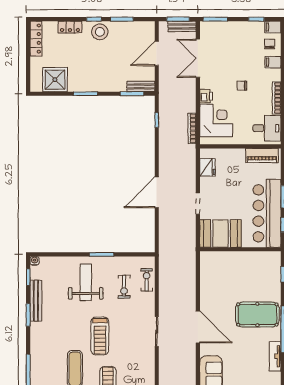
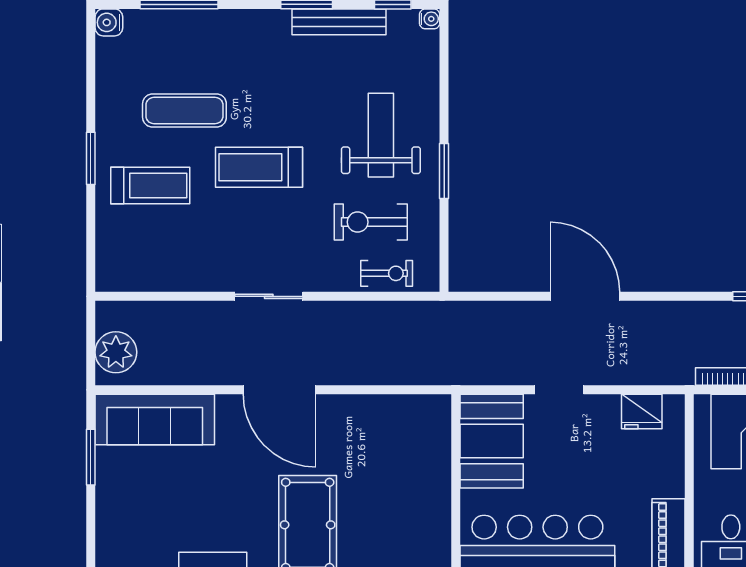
weight bench: (86, 282) -> (381, 135), turned -90
exercise bike: (124, 287) -> (371, 222), width x1.38, depth x1.39
door: (198, 327) -> (280, 390), hinge flipped

